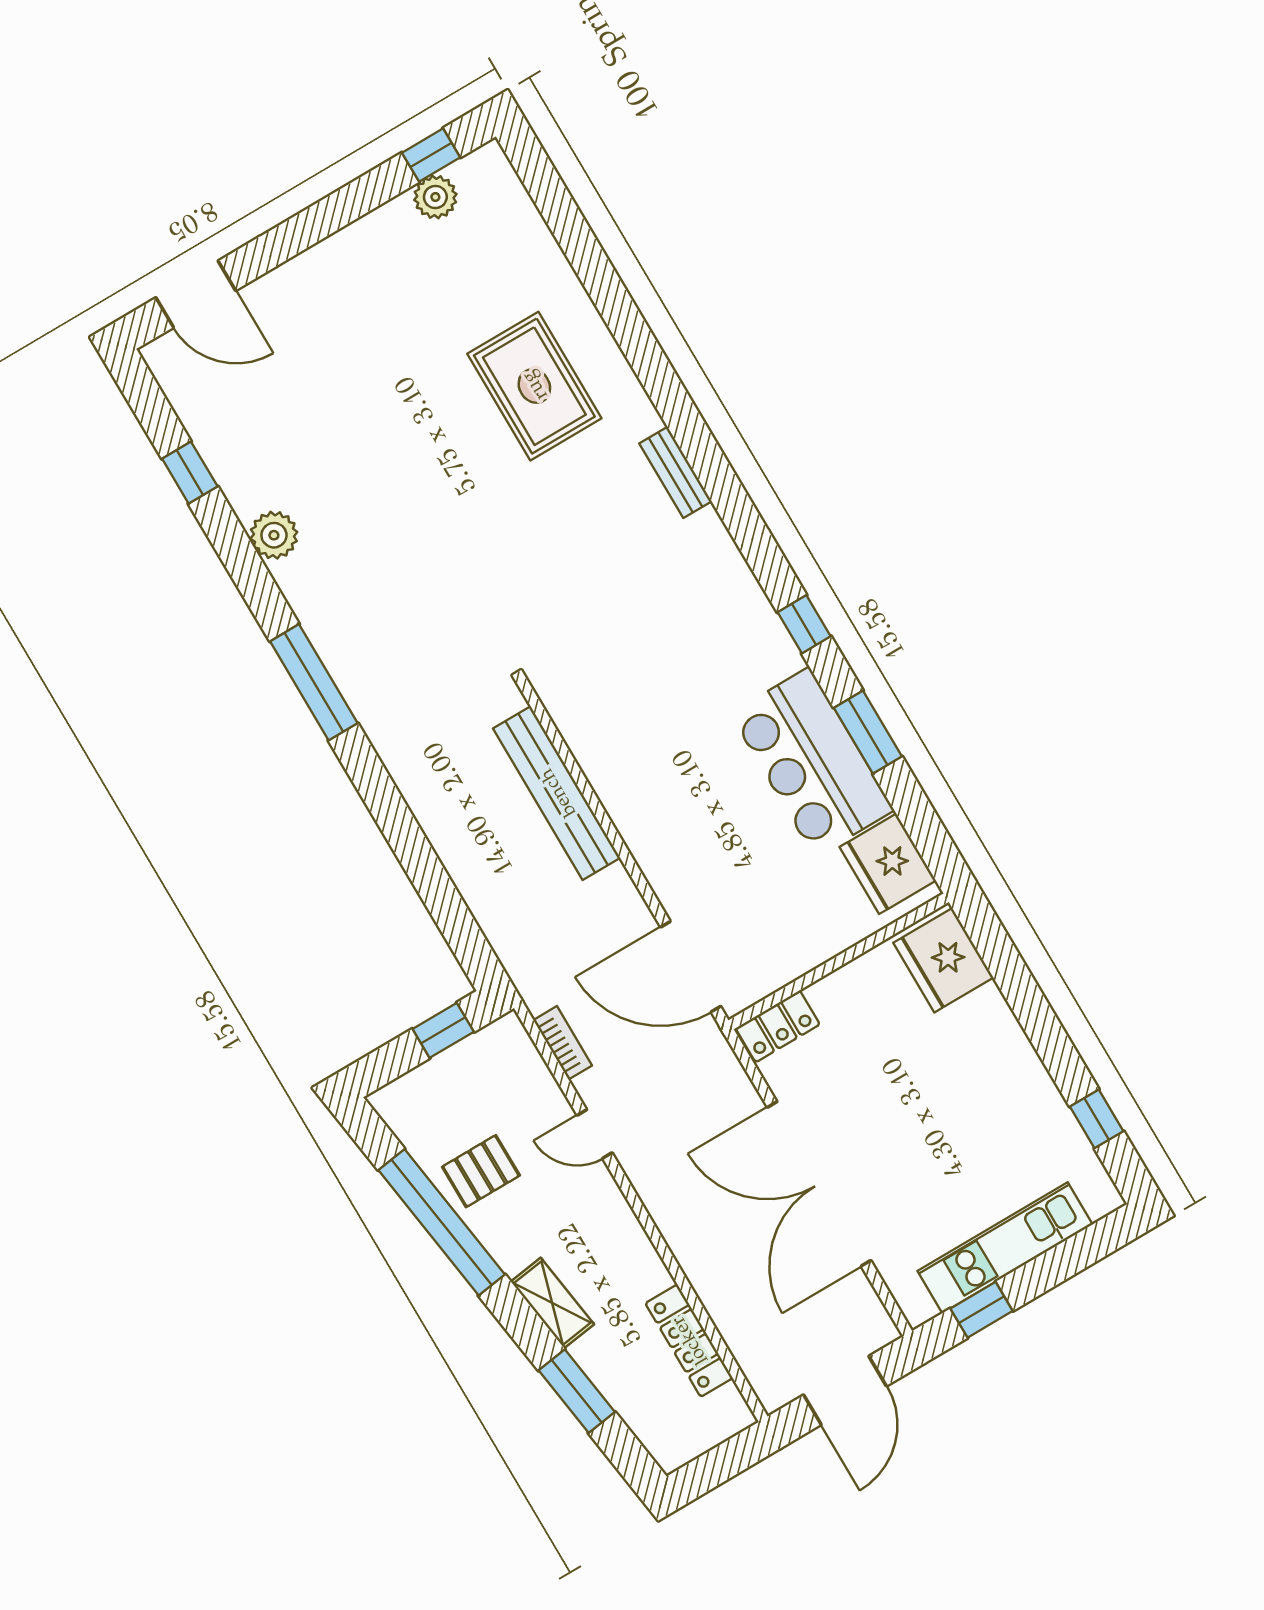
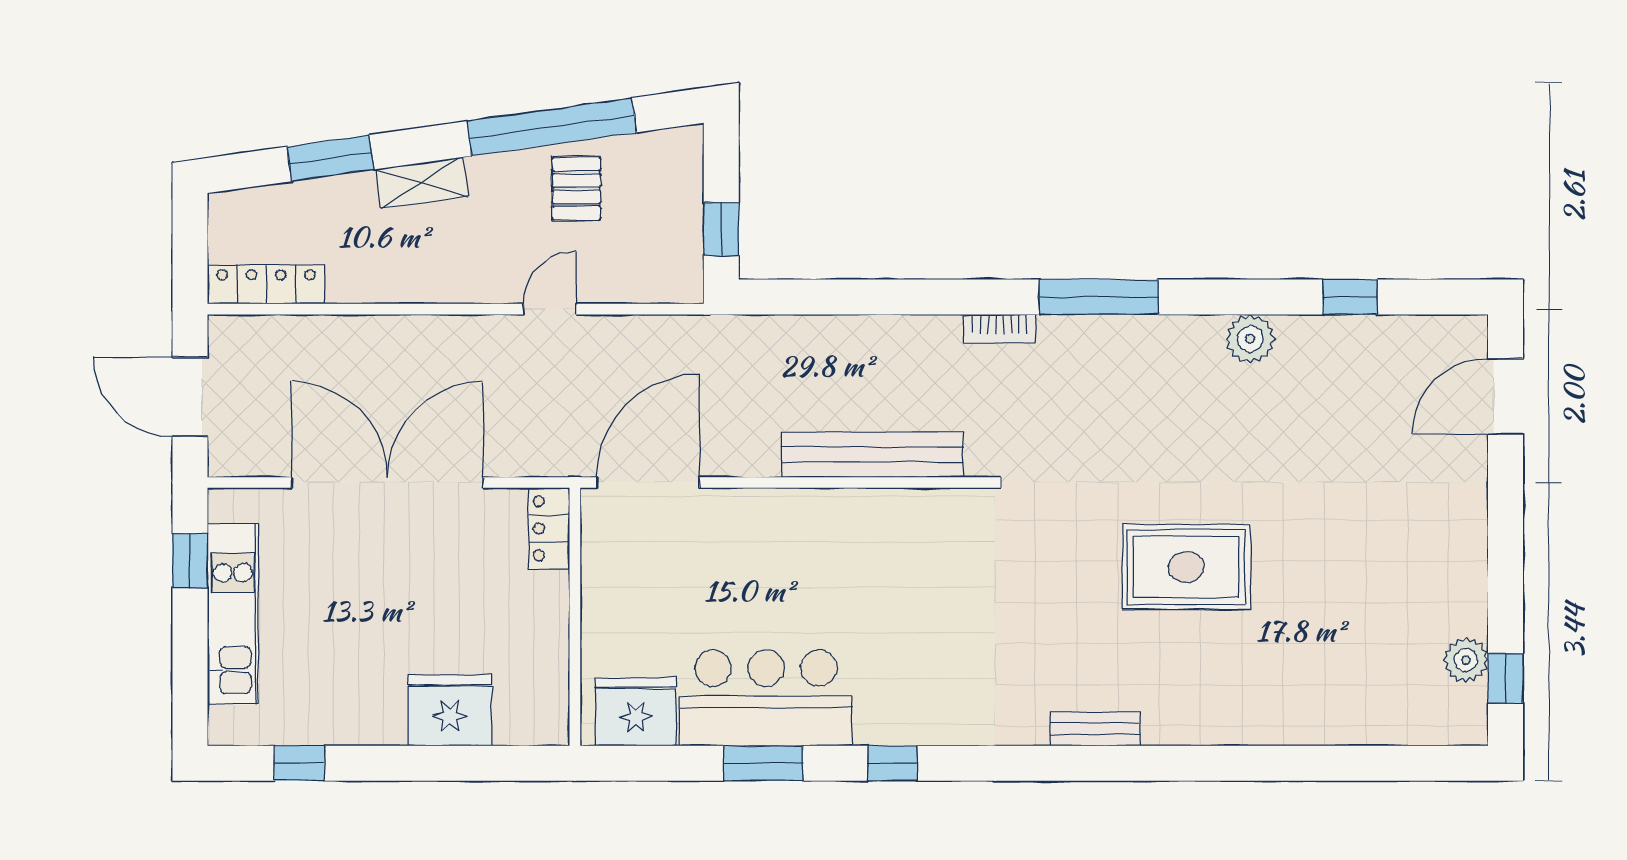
rug: (534, 386) -> (1186, 567), moved
fridge: (943, 960) -> (450, 710), moved
bookcase: (563, 1043) -> (999, 329), moved
locker: (689, 1341) -> (266, 285), moved

